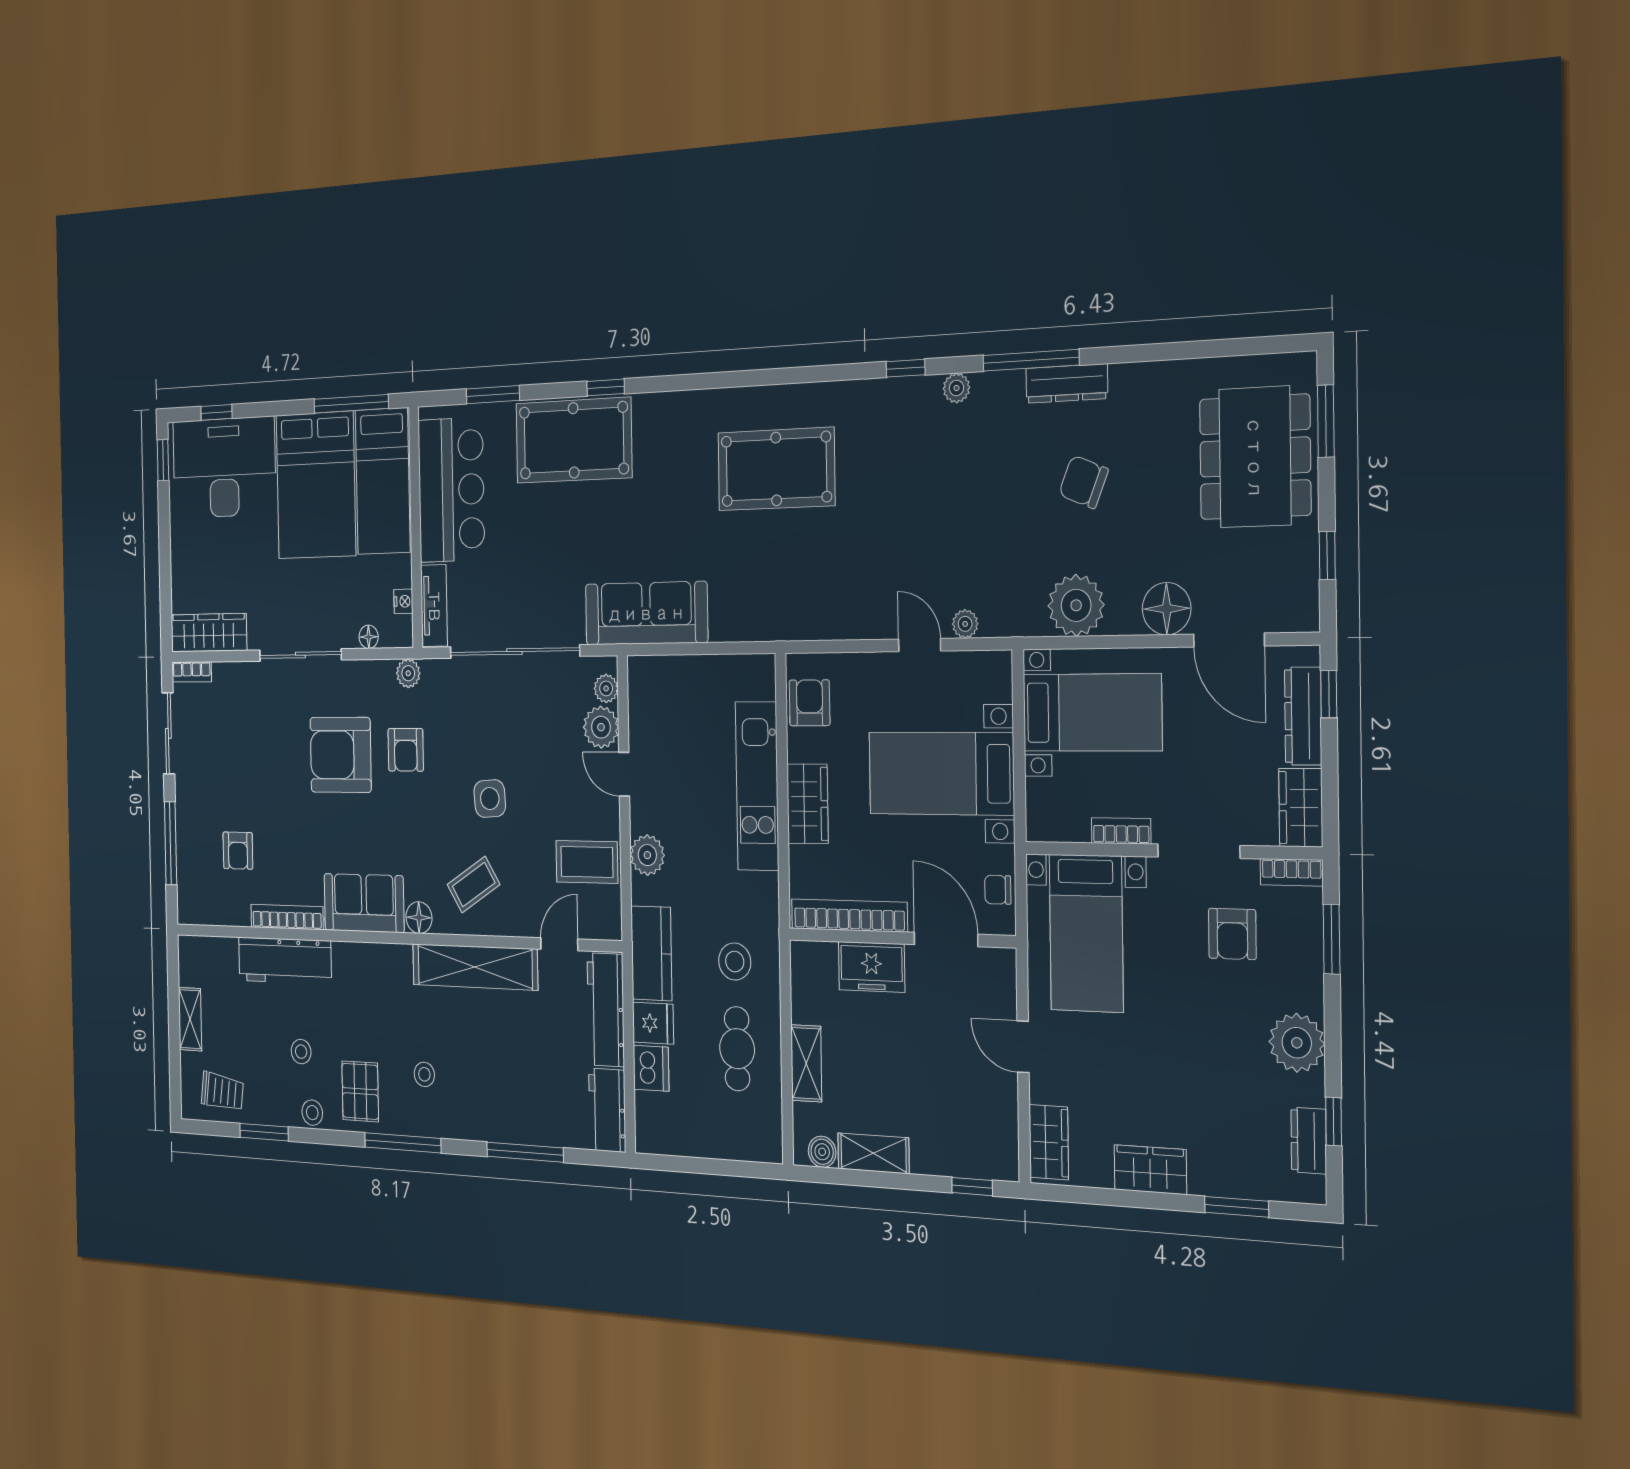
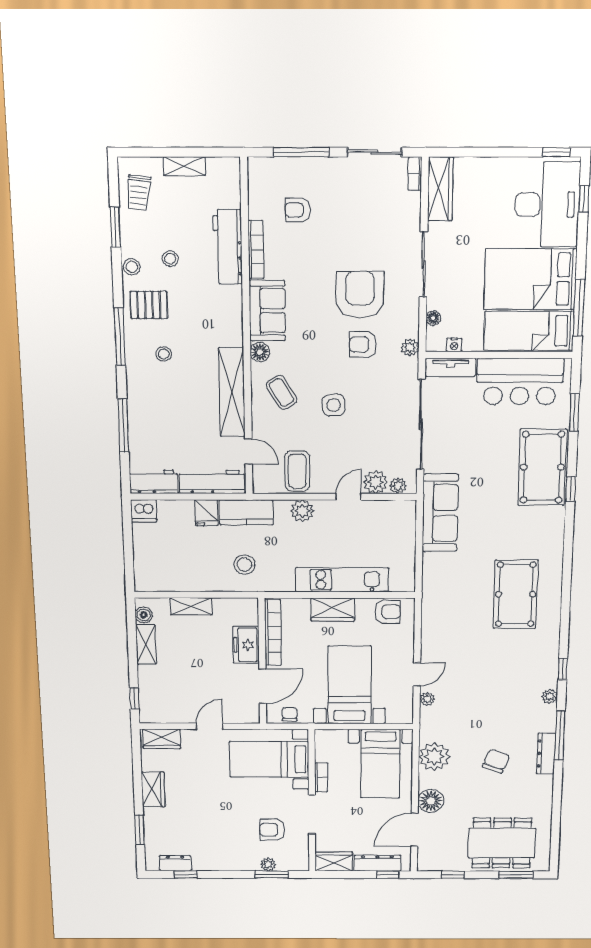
bookcase: (1292, 872) -> (303, 857), removed
plant: (1297, 1043) -> (268, 864), moved, width x0.53, depth x0.53
cafe table: (737, 1049) -> (196, 565), removed
dishwasher: (651, 1068) -> (144, 511), moved

